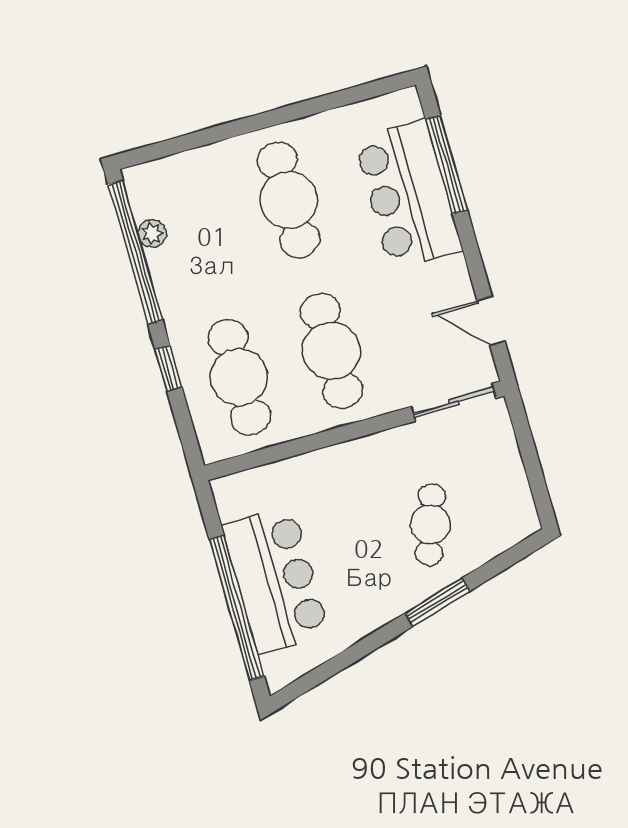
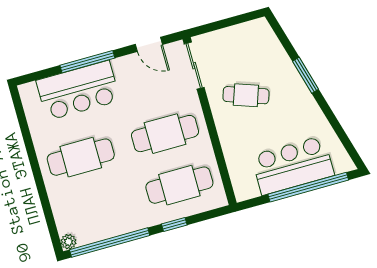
window: (447, 165) -> (87, 62), moved
plant: (152, 233) -> (69, 242), moved
door: (491, 321) -> (149, 44), hinge flipped
cafe table: (430, 525) -> (246, 95), moved

